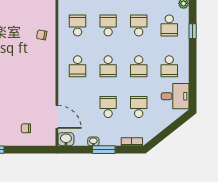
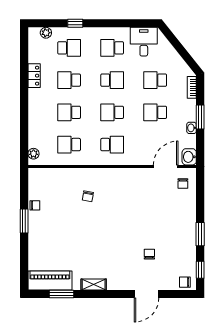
chair: (42, 35) -> (88, 196), moved
school desk: (108, 66) -> (112, 112), turned 180
school desk: (169, 66) -> (112, 48), turned 180
chair: (26, 128) -> (183, 183), moved

